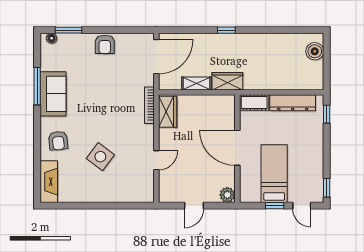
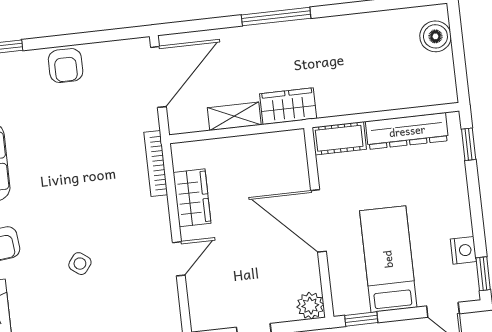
window: (226, 30) -> (276, 17), width x2.17
wardrobe: (168, 112) -> (192, 198), moved
side table: (100, 157) -> (80, 264), width x0.54, depth x0.54
nightstand: (317, 173) -> (463, 250), added
window: (275, 206) -> (361, 319), moved

